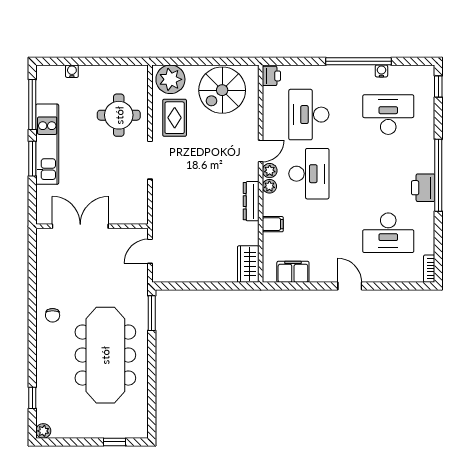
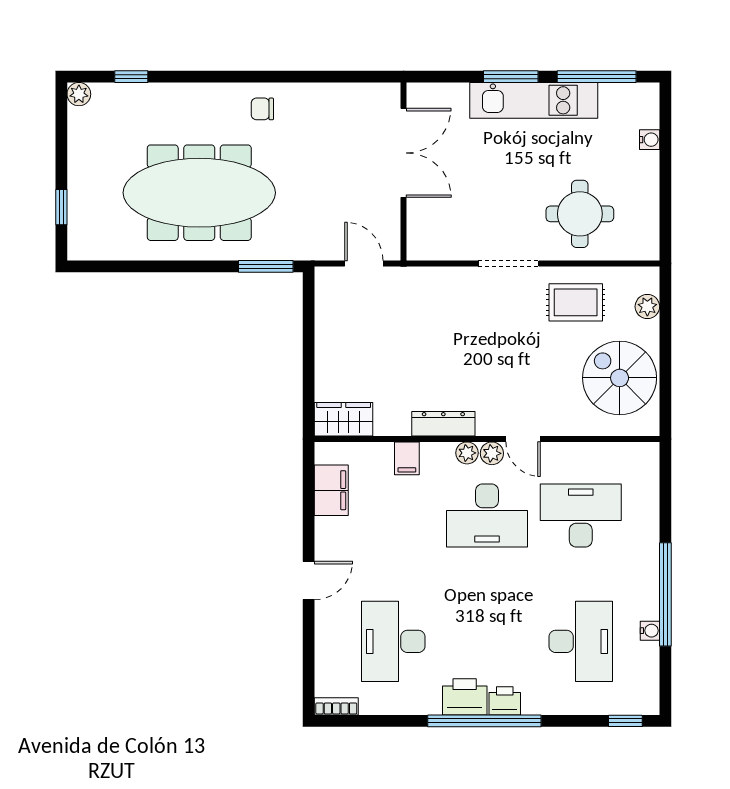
printer: (271, 76) -> (505, 701), moved, turned 180
plant: (170, 79) -> (647, 307), width x0.53, depth x0.53

